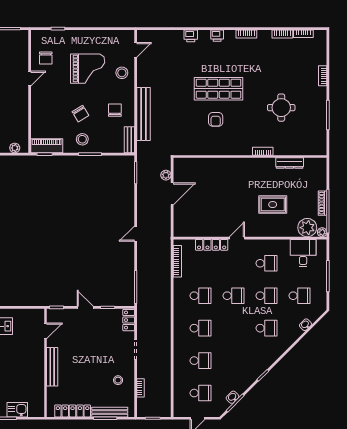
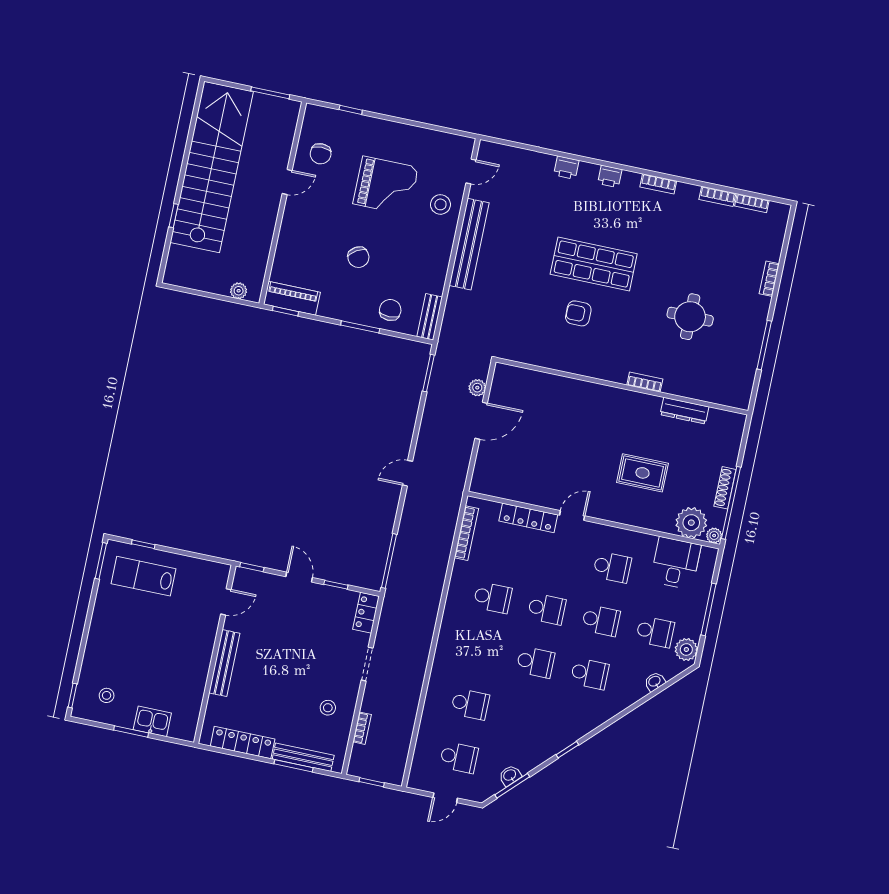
chair: (115, 110) -> (390, 310), moved
bench: (143, 114) -> (469, 244), moved
armchair: (216, 119) -> (578, 313), turned 90
stool: (82, 139) -> (353, 300), removed
plant: (320, 302) -> (686, 650), added
school desk: (201, 328) -> (535, 662), moved

